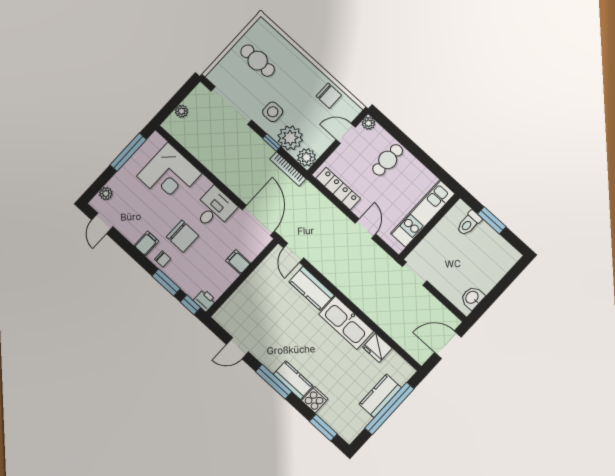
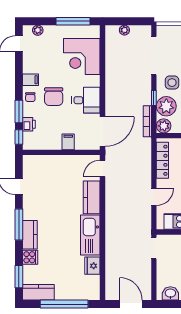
printer: (205, 300) -> (29, 124), moved
kitchen counter: (380, 396) -> (38, 292), moved

